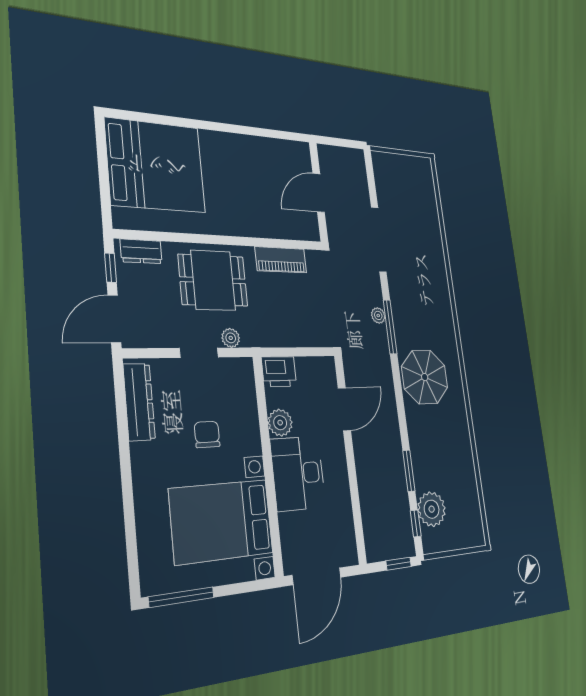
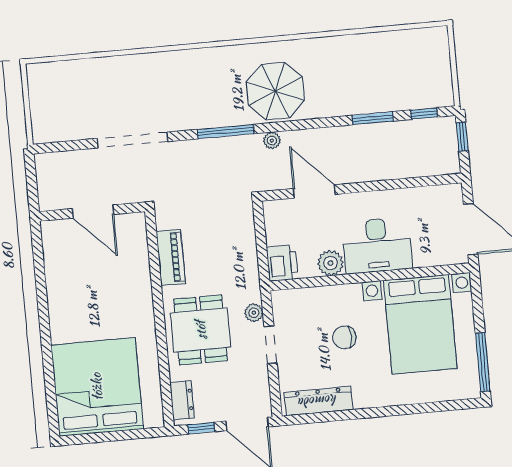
plant: (378, 315) -> (272, 140), moved
plant: (432, 509) -> (410, 93), removed

